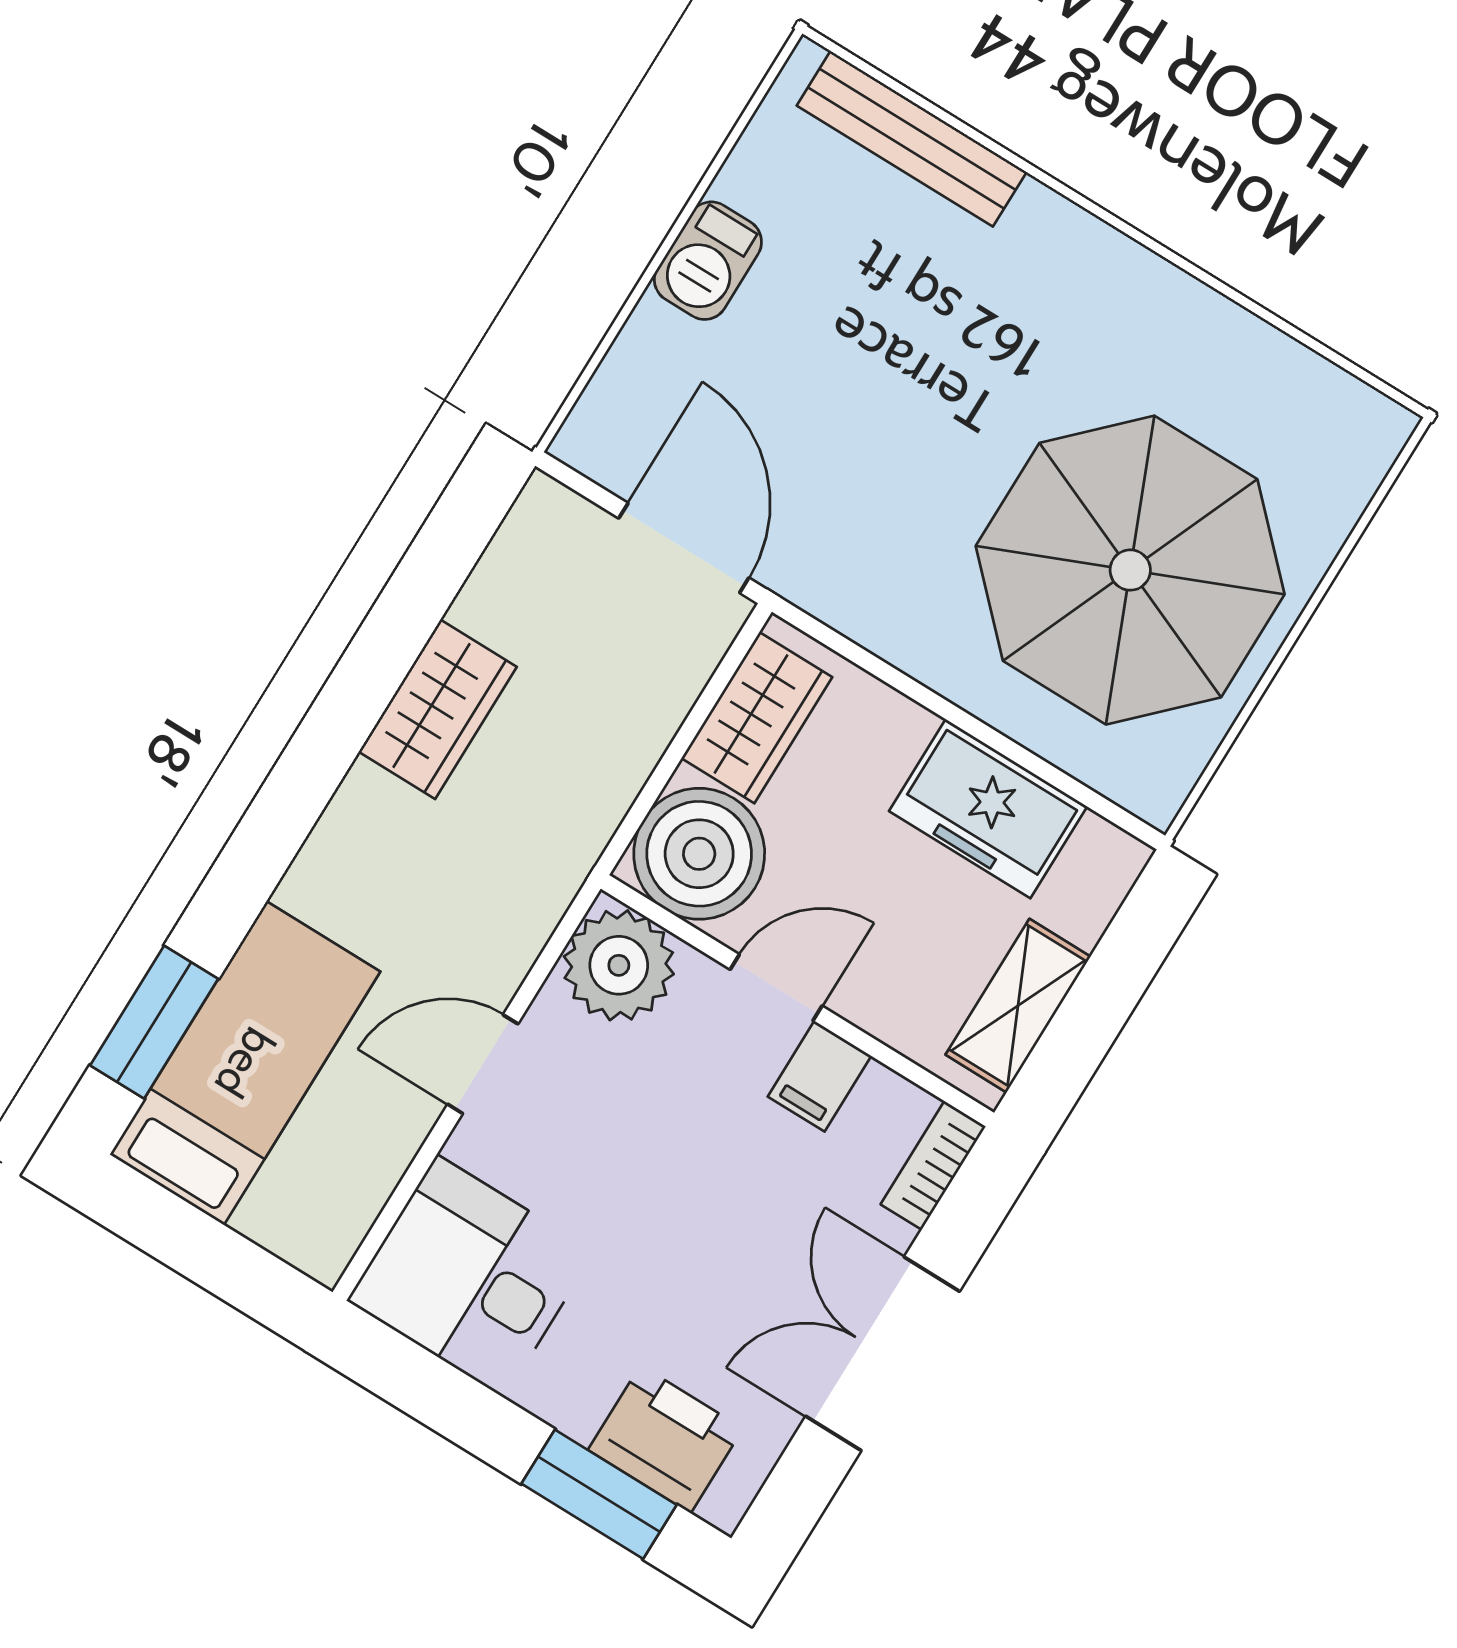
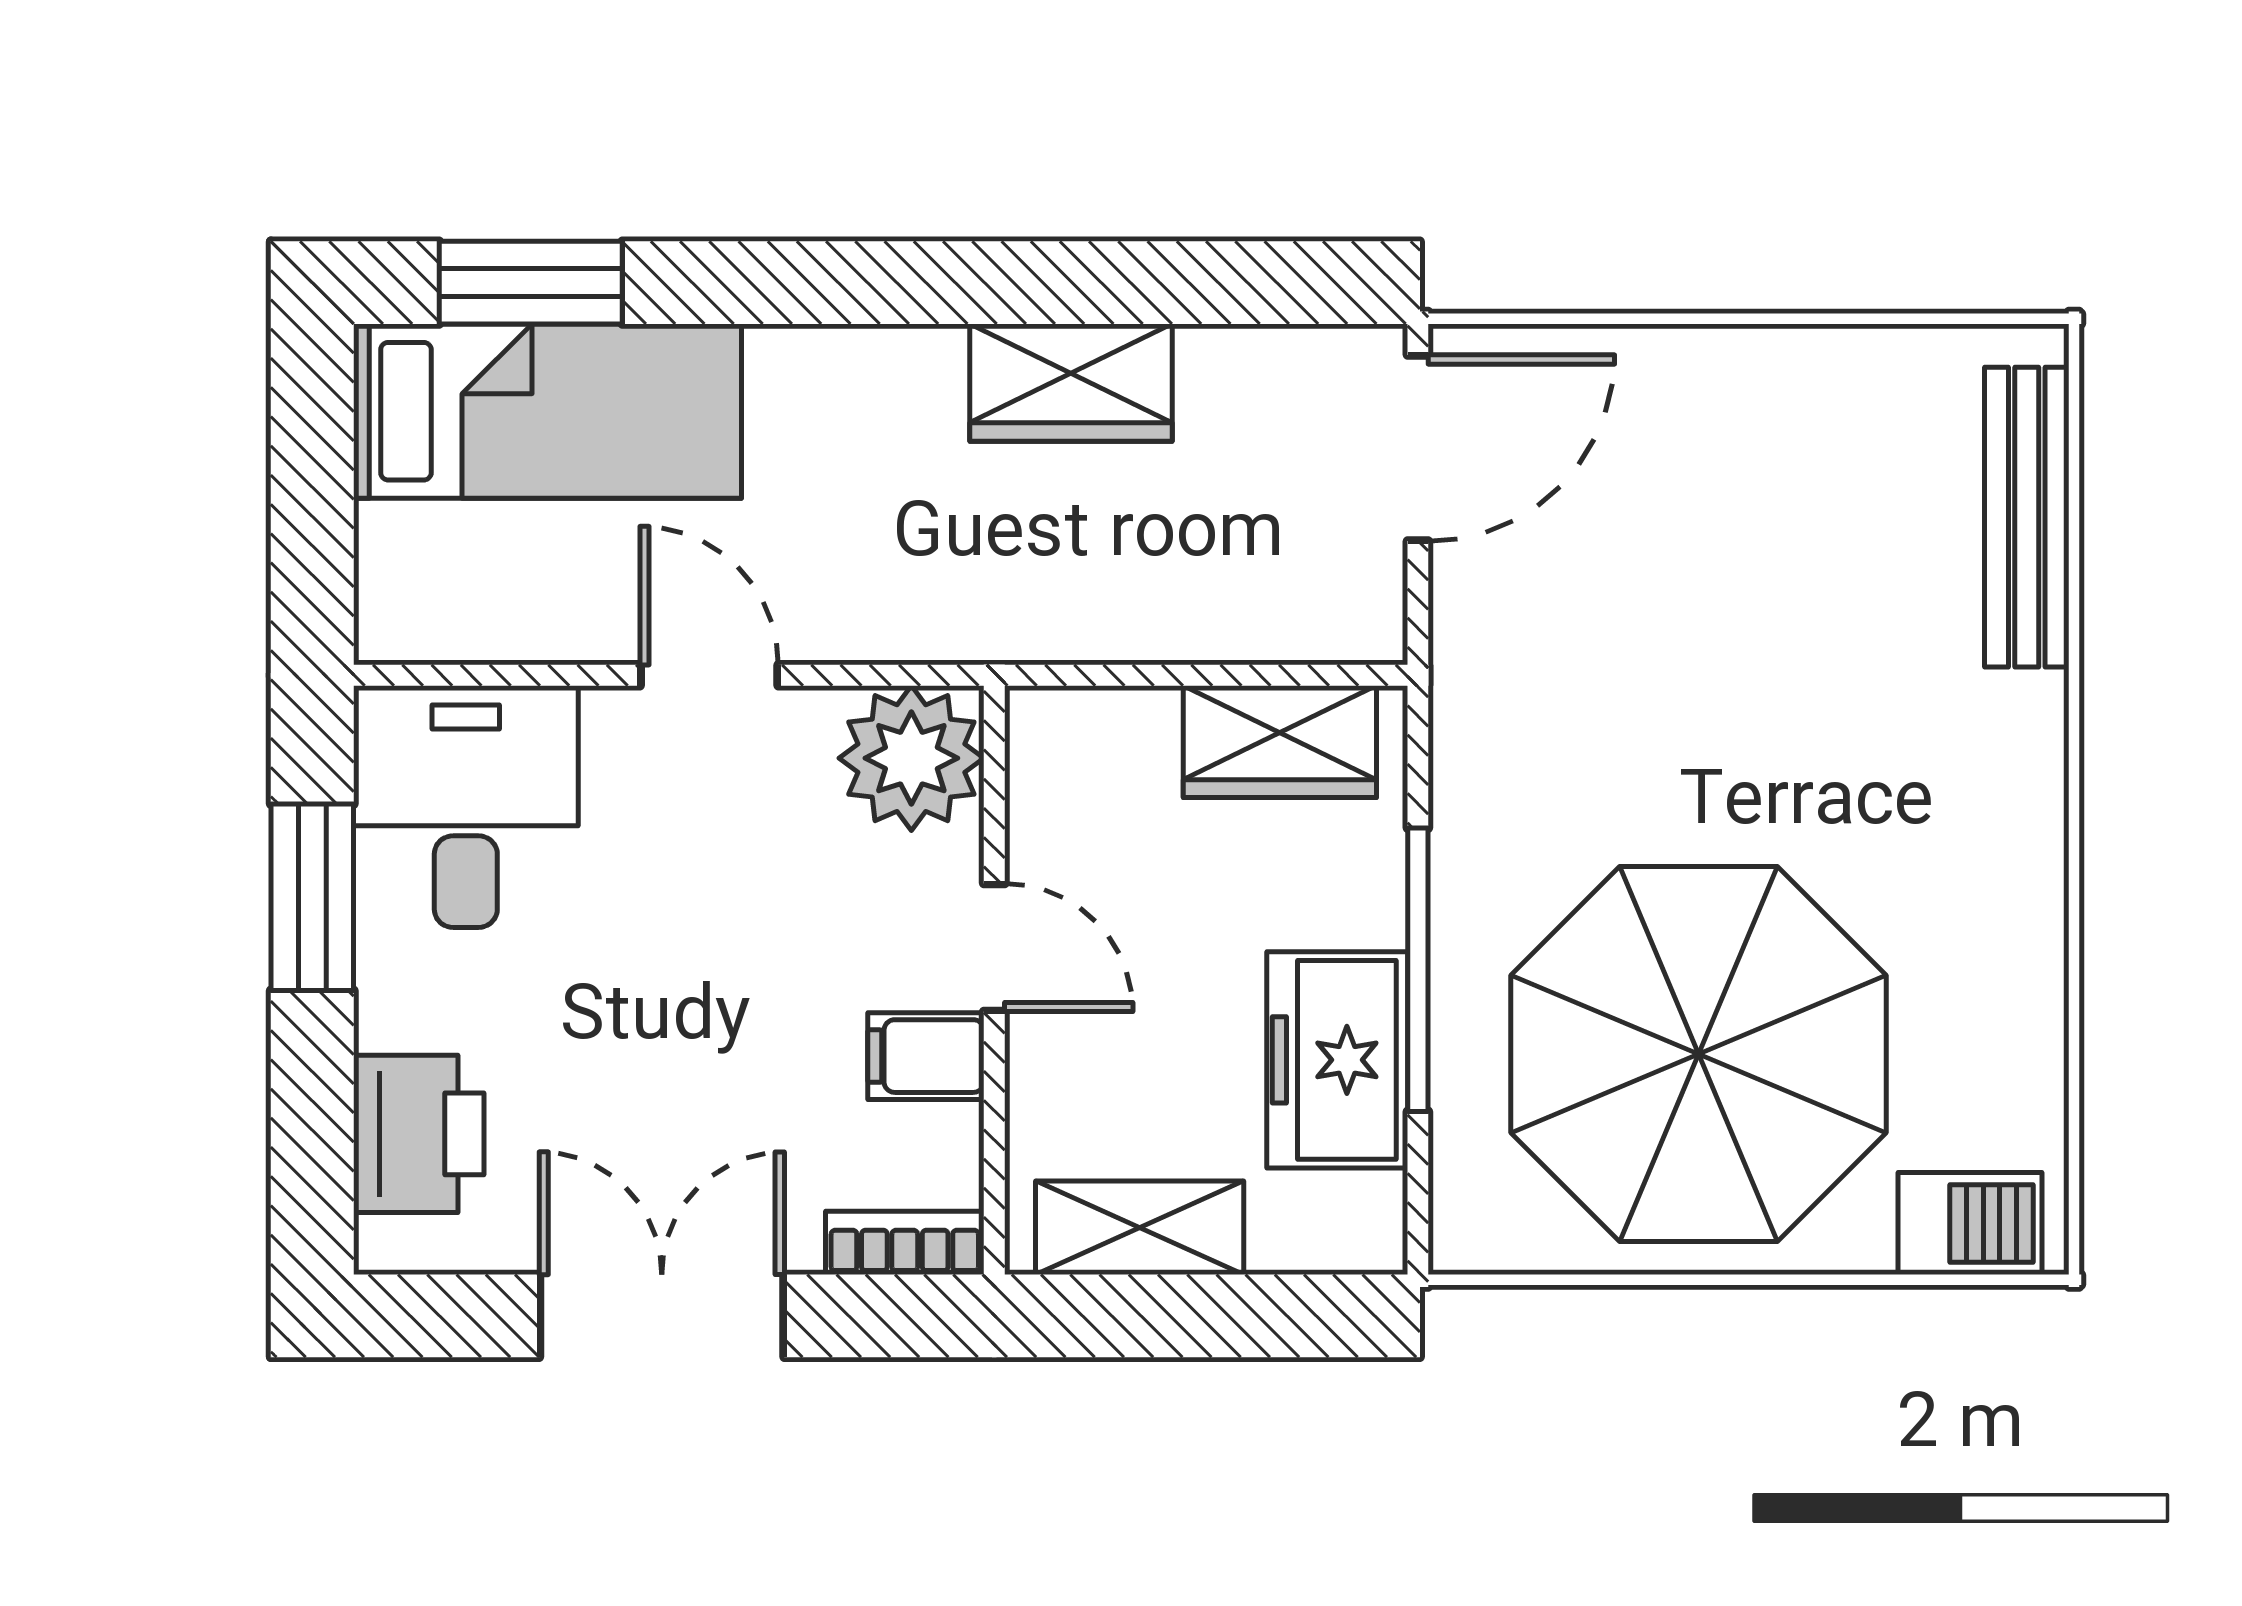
barbecue: (708, 261) -> (1970, 1223), moved, turned 180
door: (684, 548) -> (1418, 448), moved
window: (962, 720) -> (1418, 970), added
boiler: (699, 854) -> (1090, 771), removed
window: (599, 1494) -> (312, 897), moved

